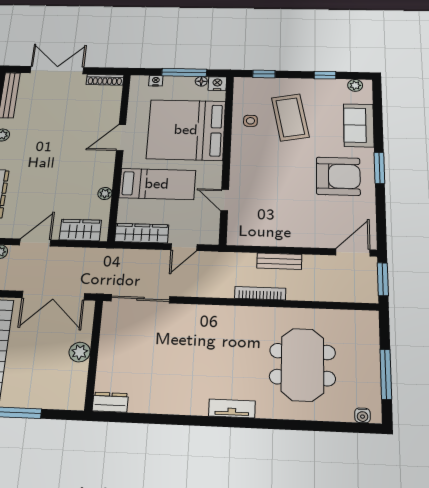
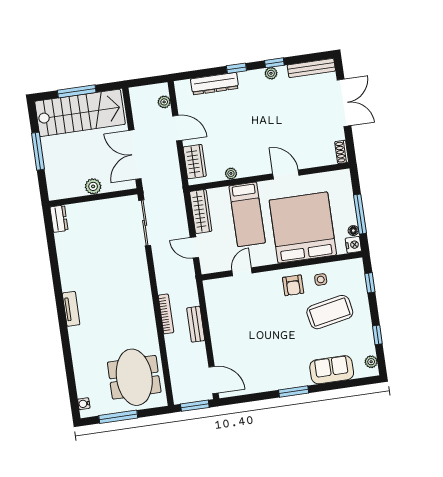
shoe rack: (105, 80) -> (342, 152), width x0.70
nightstand: (156, 81) -> (347, 191), removed
armchair: (338, 176) -> (293, 285), moved, width x0.53, depth x0.53
meeting table: (302, 365) -> (134, 377), moved, turned 90

